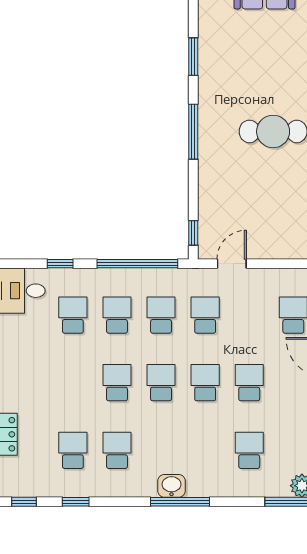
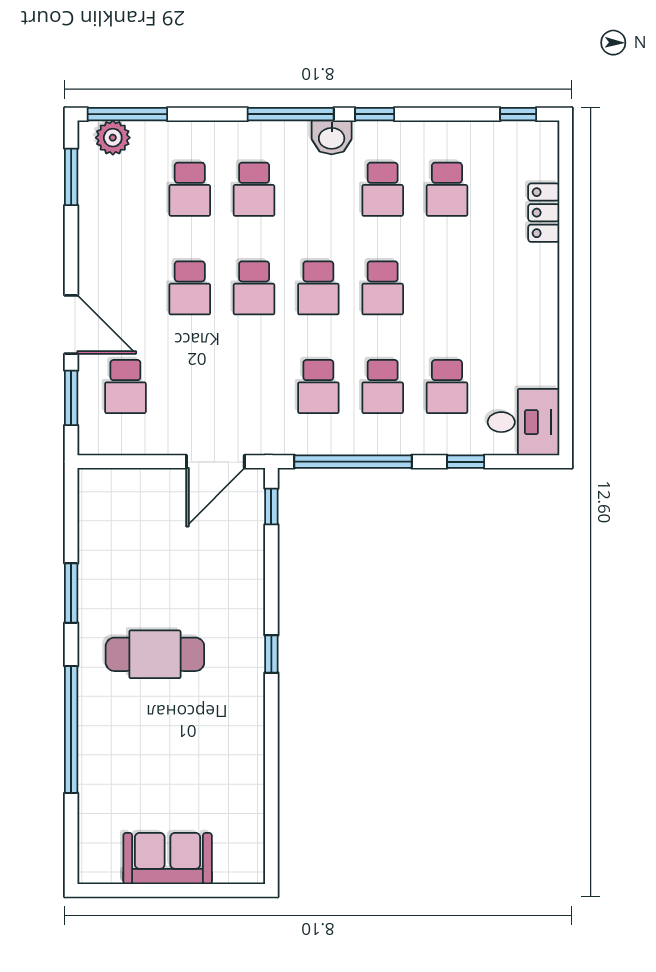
window: (193, 57) -> (271, 764), removed
window: (193, 132) -> (271, 654), width x0.46
door: (232, 264) -> (215, 462), width x1.38
school desk: (205, 315) -> (254, 189), moved
washbasin: (172, 486) -> (332, 137), moved
window: (76, 502) -> (375, 114), moved

